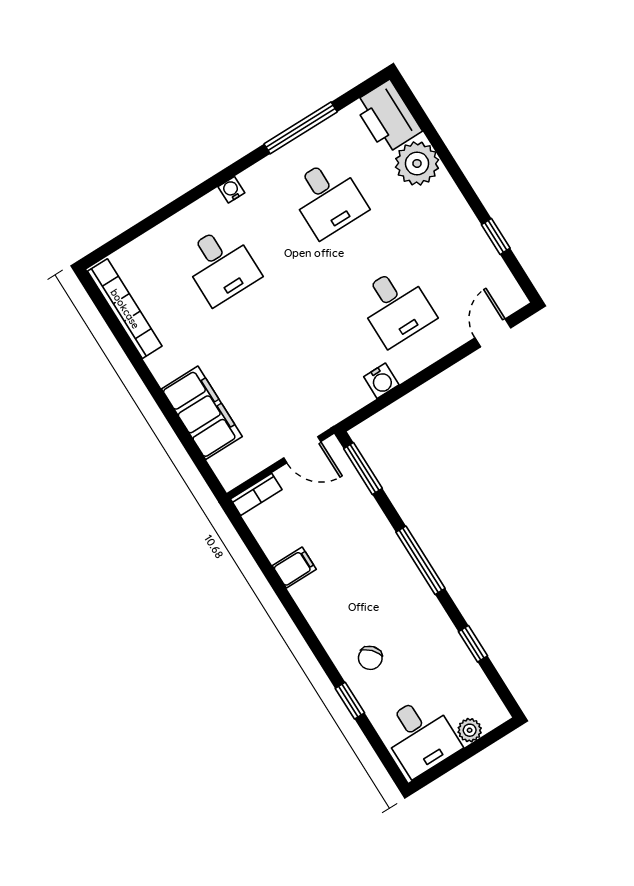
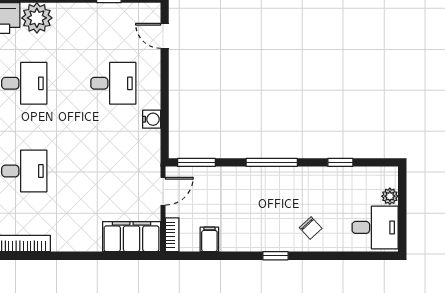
filing cabinet: (202, 413) -> (132, 237), moved
filing cabinet: (294, 568) -> (209, 239), moved
window: (350, 701) -> (275, 256), moved

